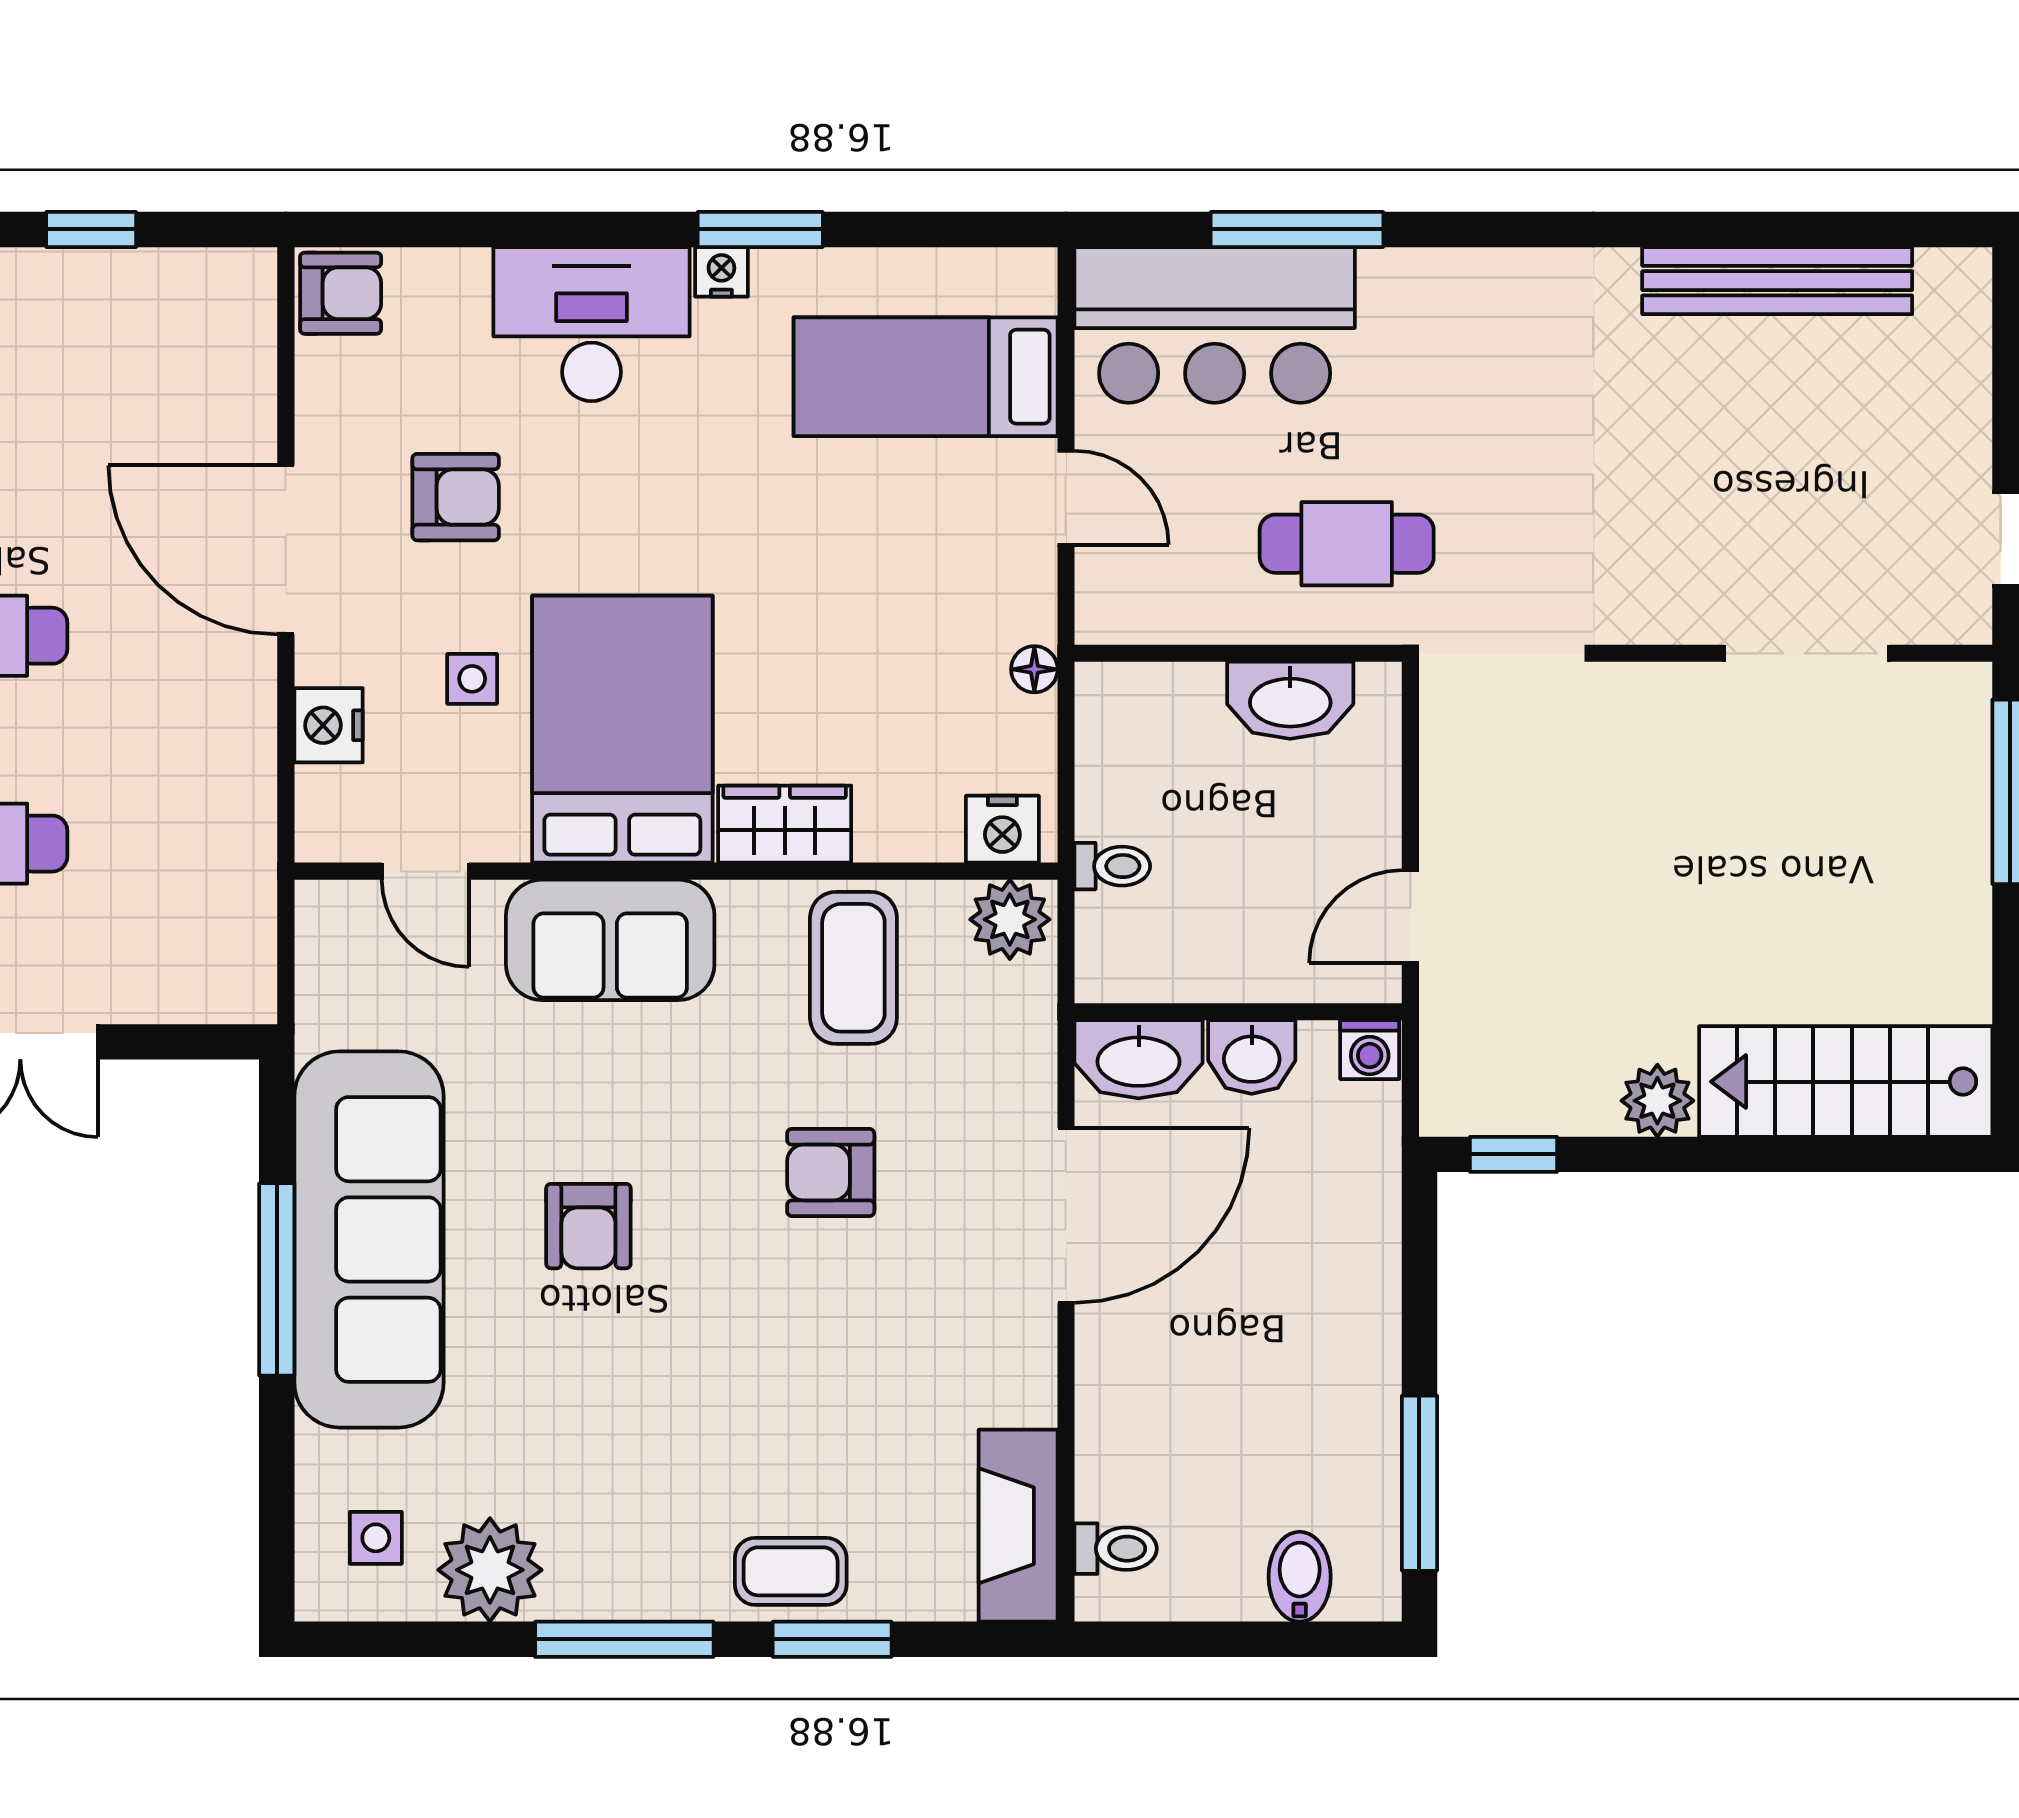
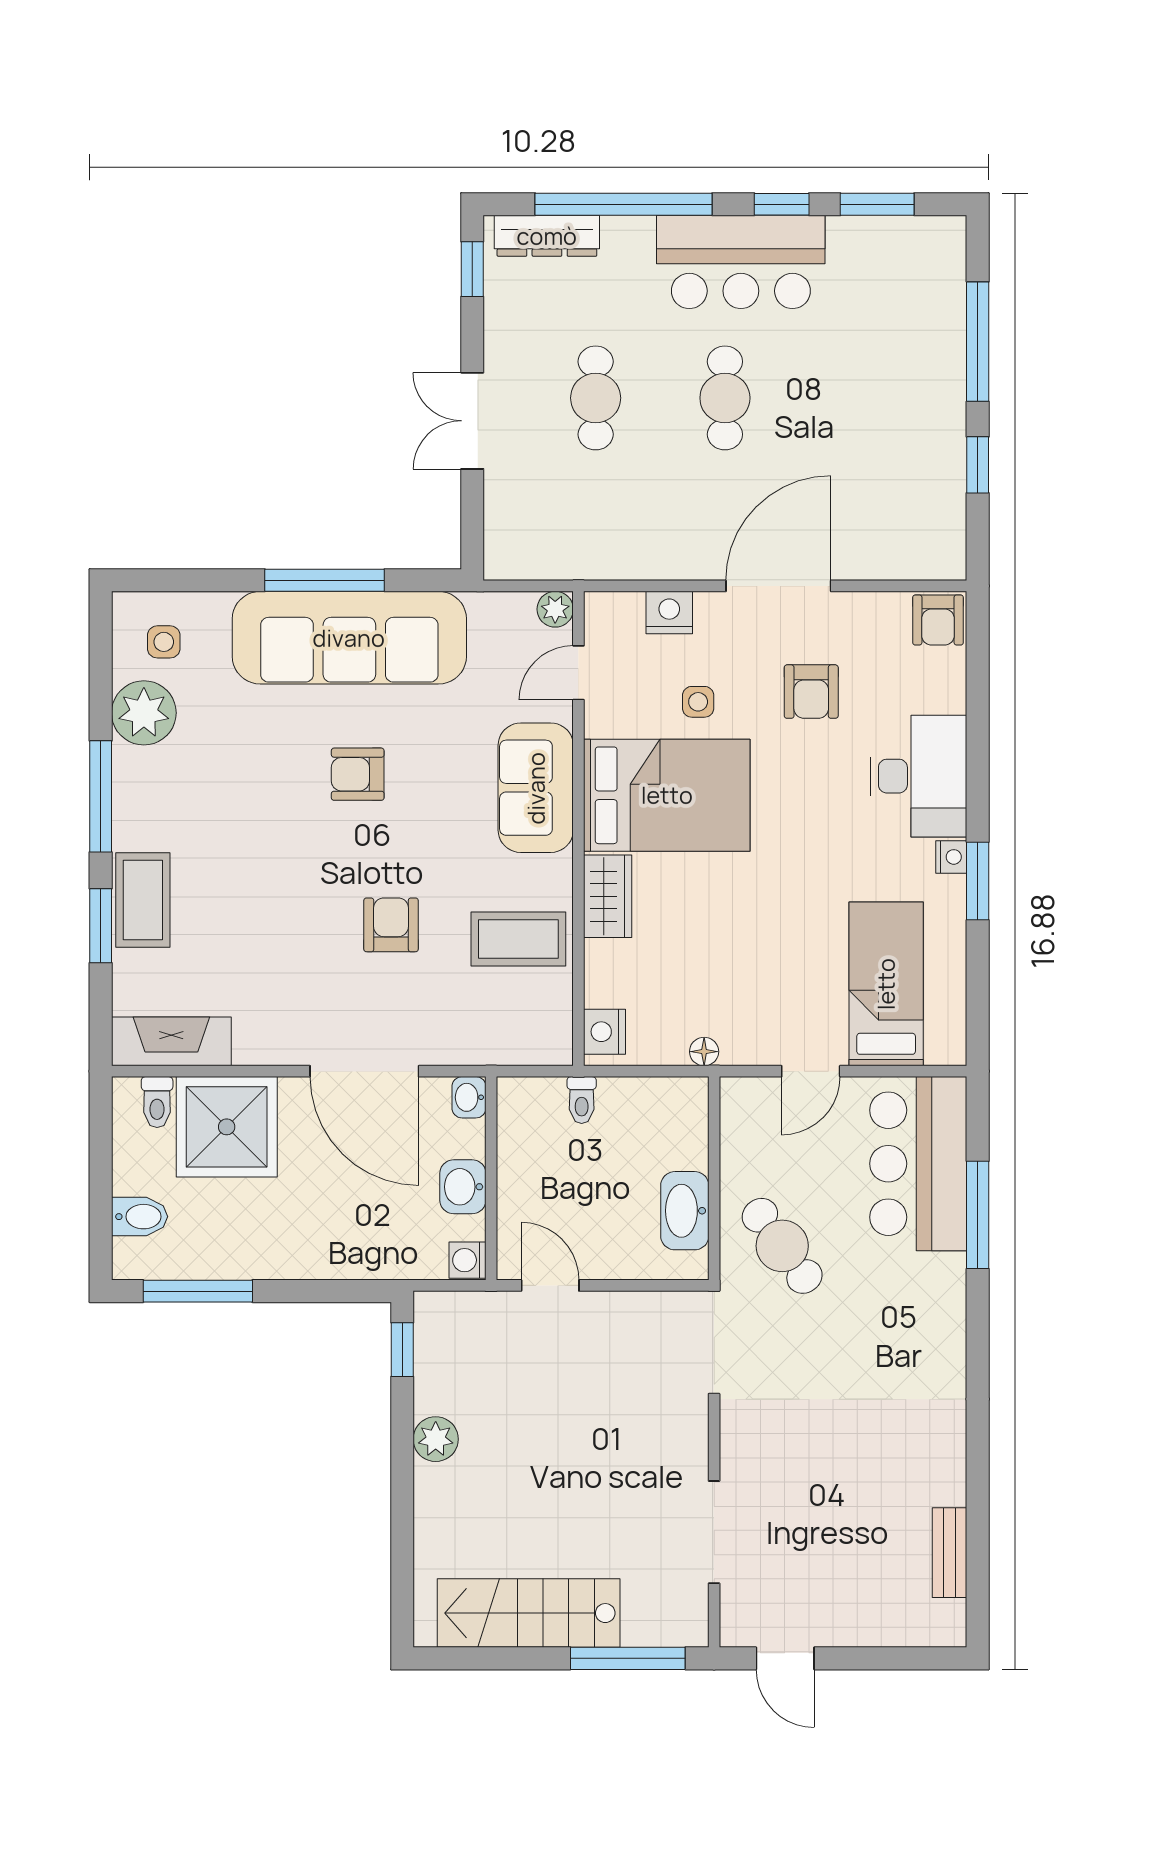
bench: (1777, 281) -> (949, 1553), width x0.54, depth x0.82
cafe table: (1347, 544) -> (782, 1246), turned -36
plant: (1010, 919) -> (555, 609), moved, width x0.73, depth x0.73
washbasin: (1139, 1059) -> (469, 1097), width x0.52, depth x0.69
stairs: (1846, 1082) -> (529, 1613), moved, turned -90
shower: (1155, 1437) -> (227, 1127), added
coffee table: (791, 1571) -> (143, 900), width x1.36, depth x1.30

